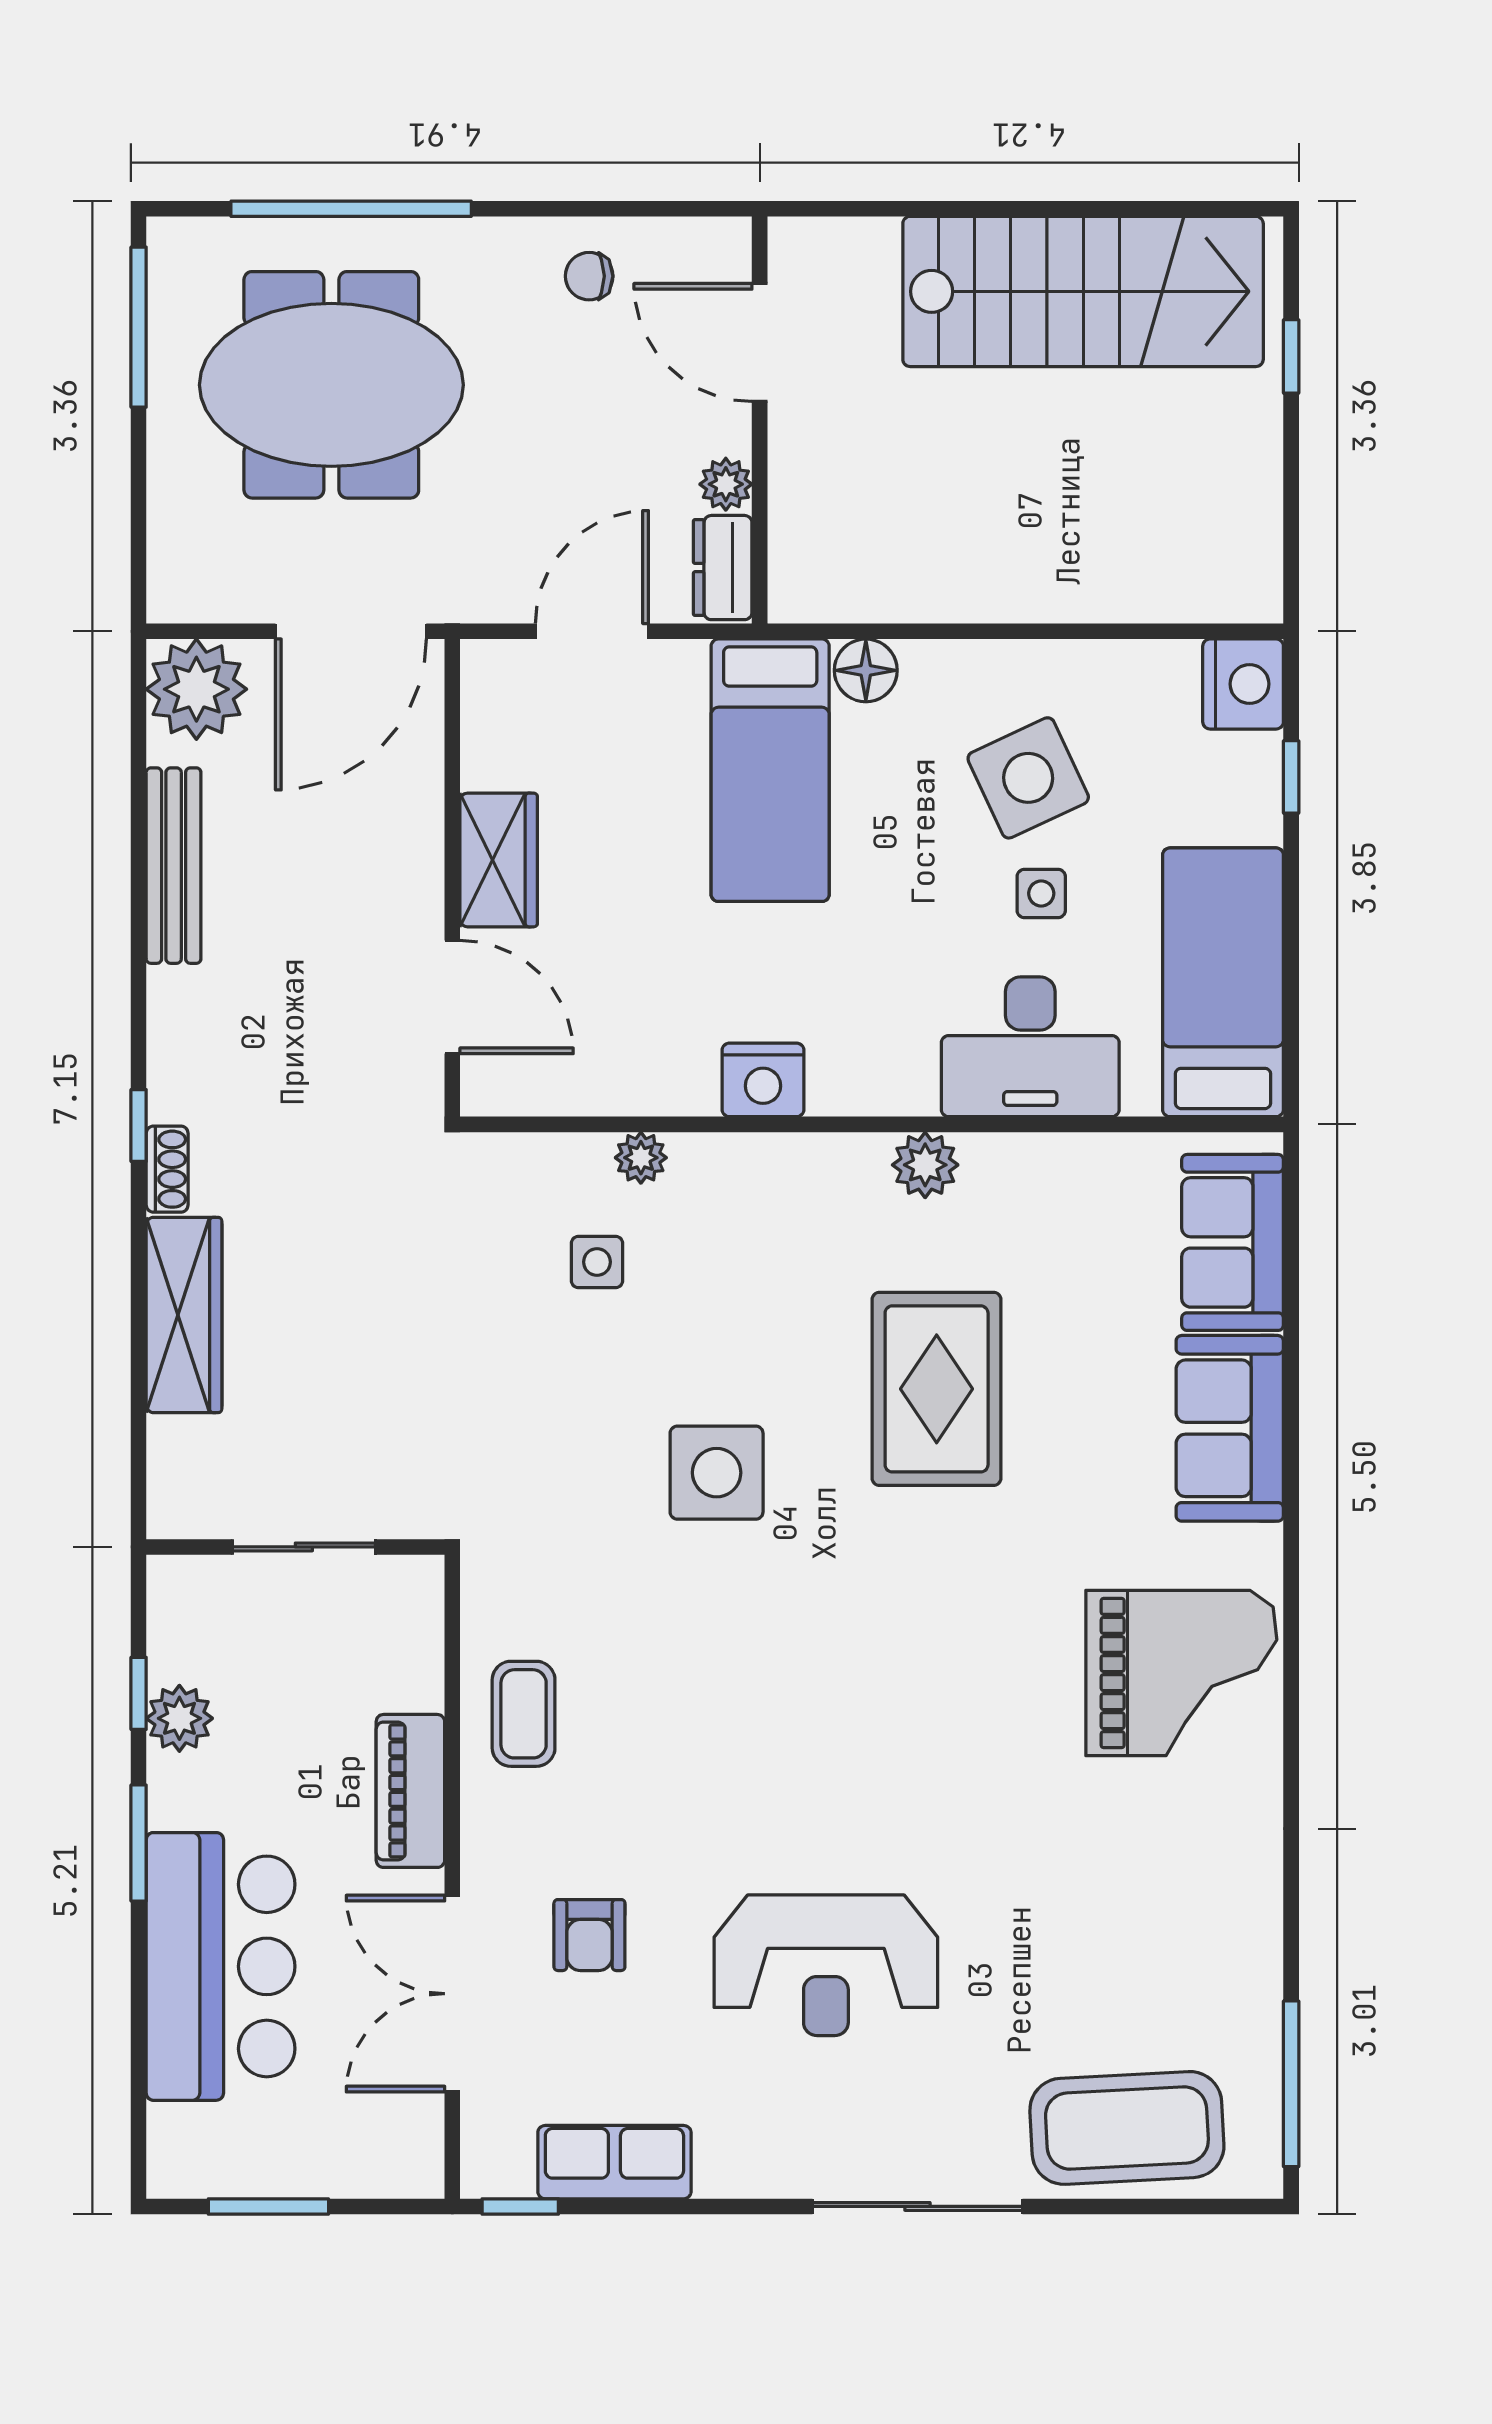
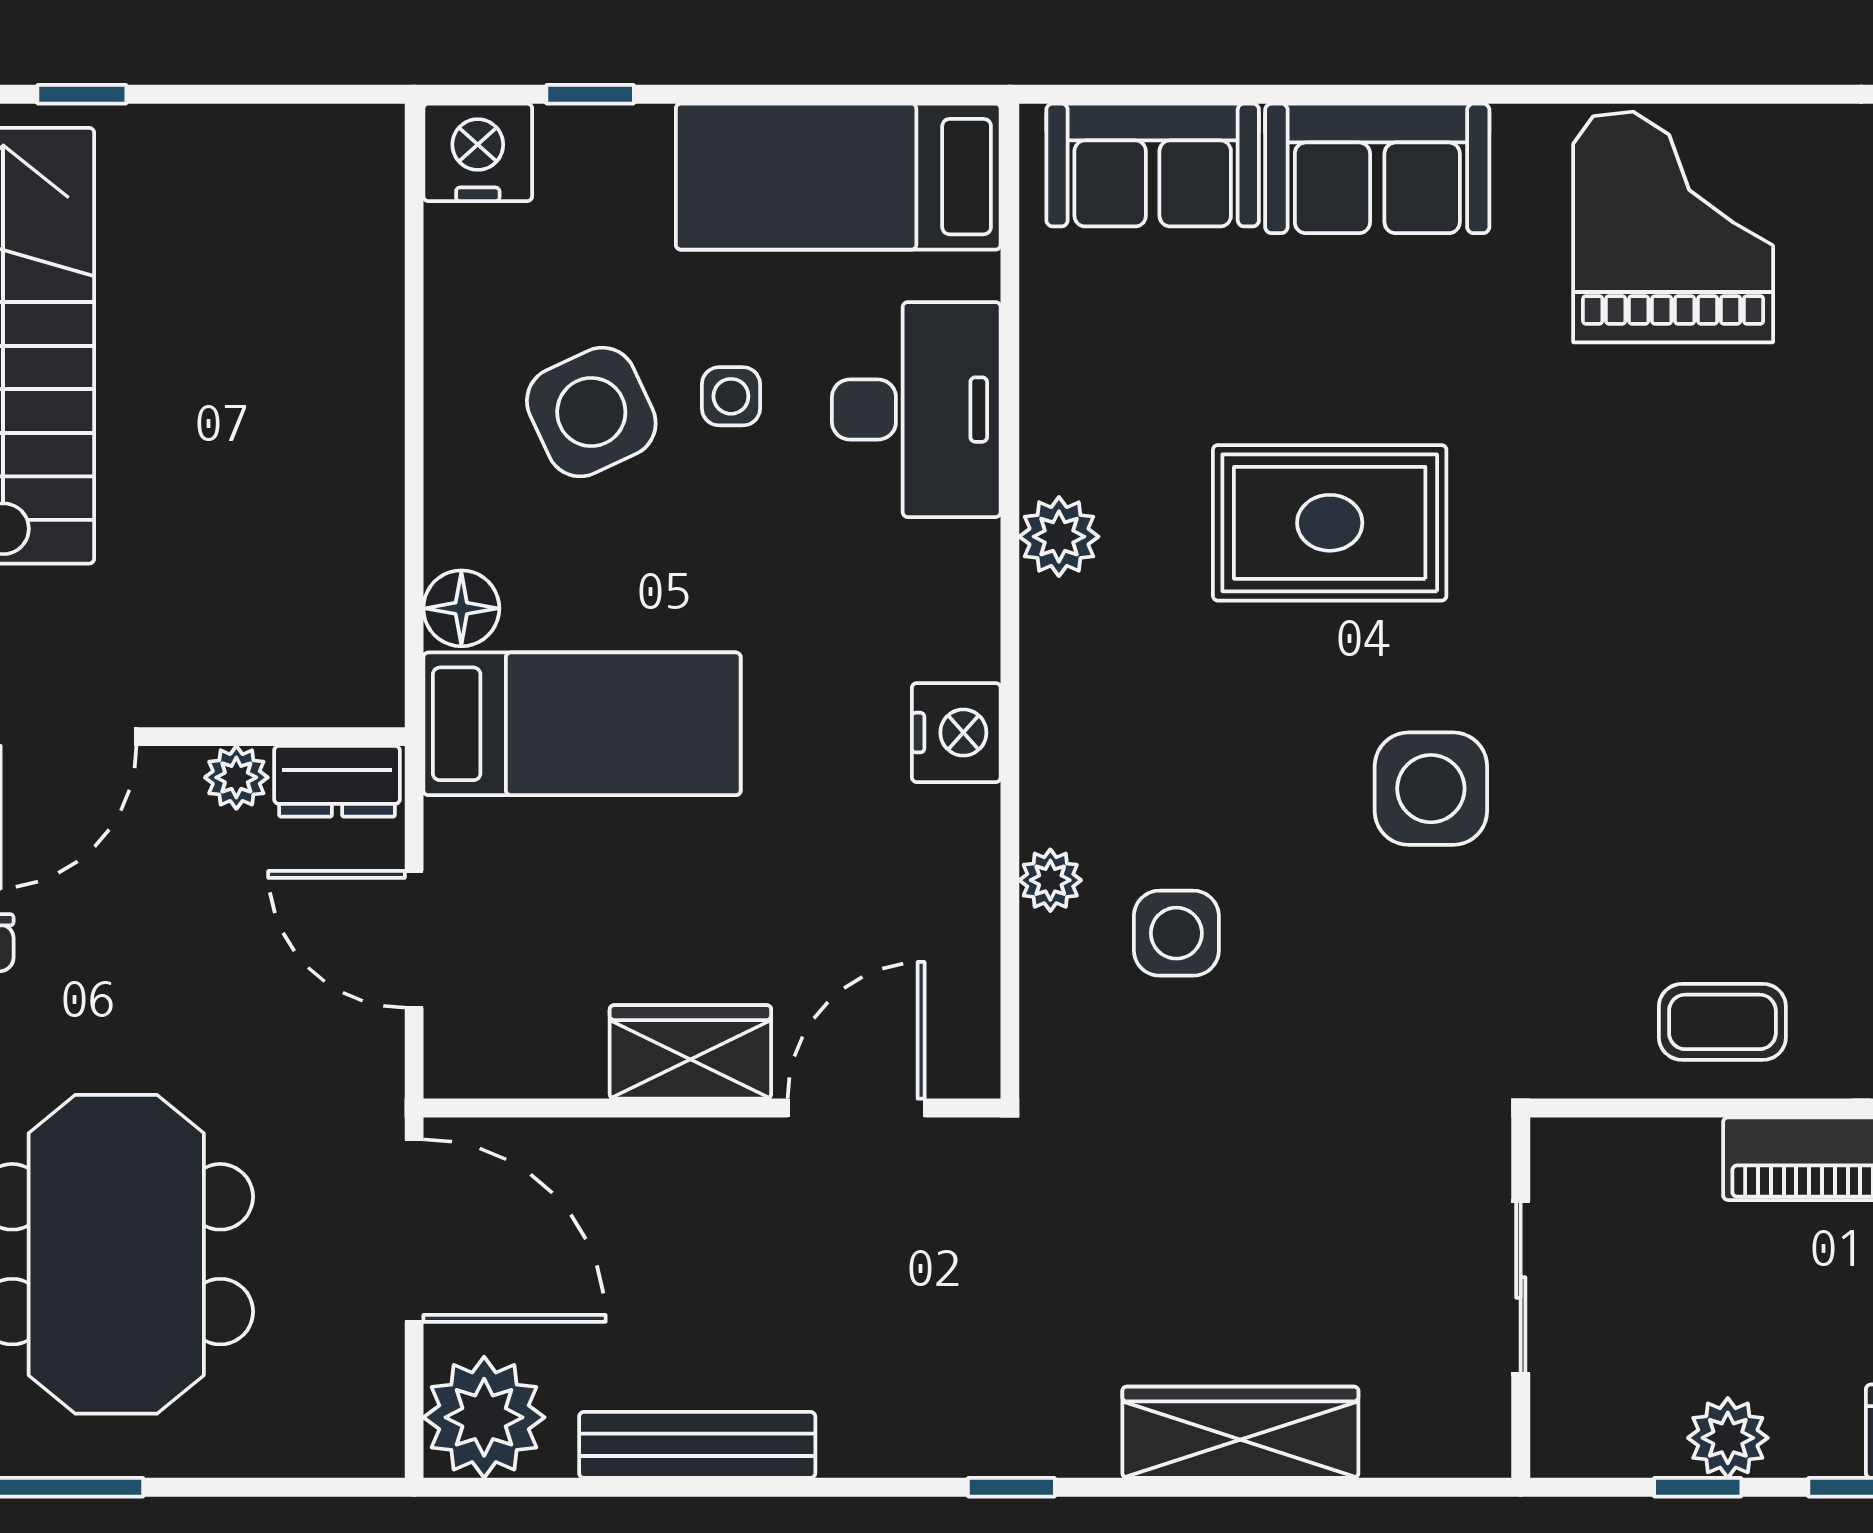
shoe rack: (167, 1169) -> (1064, 1453), removed
side table: (597, 1262) -> (1176, 933), width x1.37, depth x1.37

